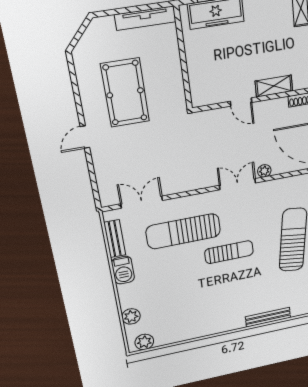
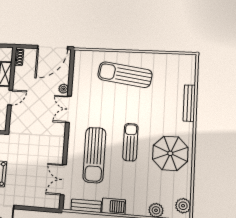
sun lounger: (229, 252) -> (130, 142), moved
parasol: (204, 313) -> (170, 153), added

